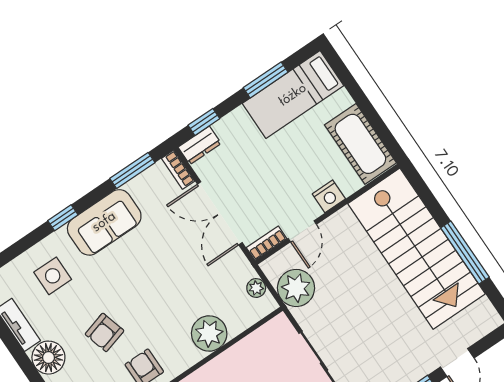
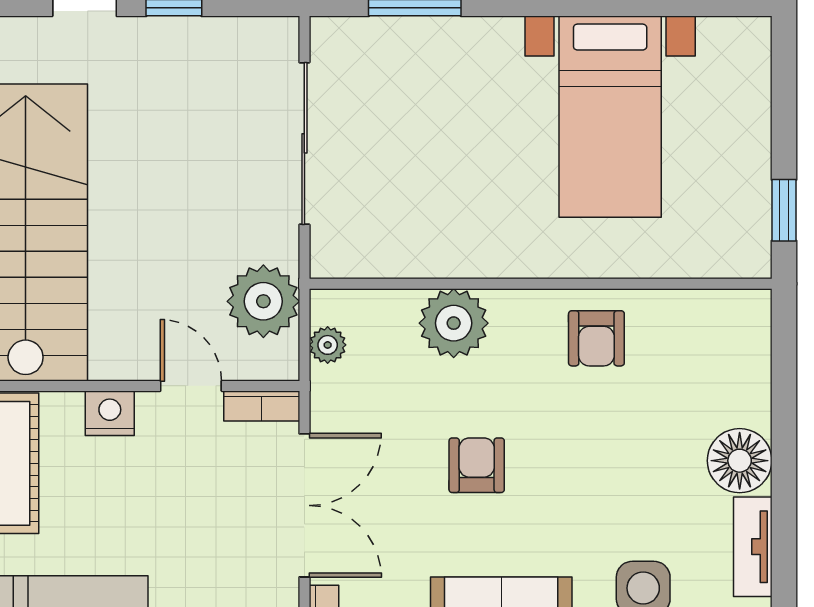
door: (302, 231) -> (191, 386), hinge flipped
armchair: (104, 332) -> (477, 465), moved, turned -74

